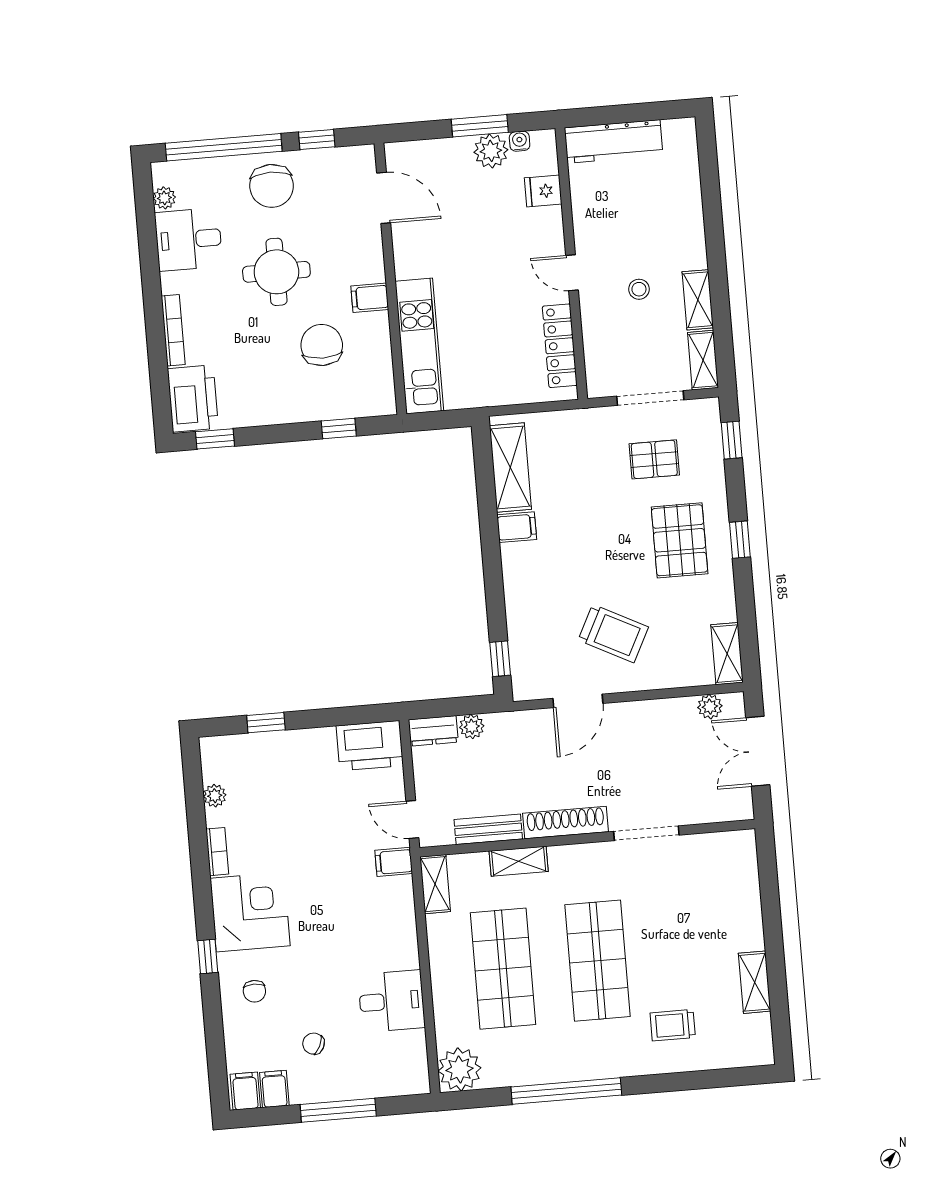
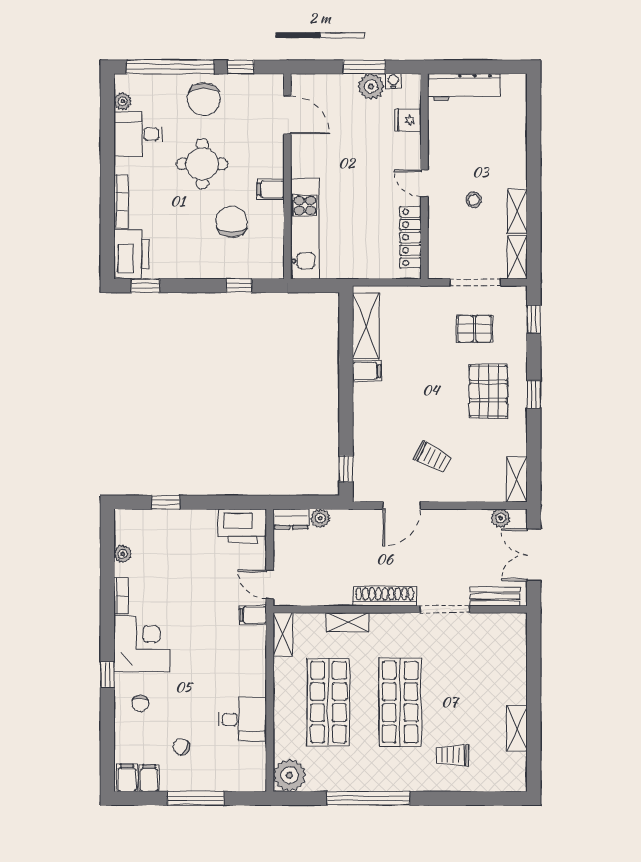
trolley: (613, 634) -> (433, 457), width x0.73, depth x0.72
bench: (488, 829) -> (495, 596), moved

